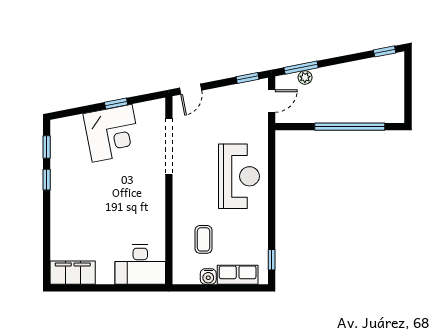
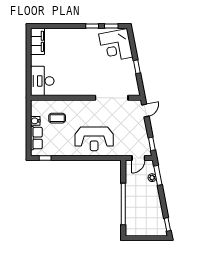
door: (191, 89) -> (145, 110), swing flipped
door: (272, 101) -> (138, 158), hinge flipped
corner desk: (112, 133) -> (116, 46), moved

